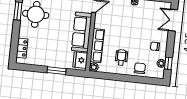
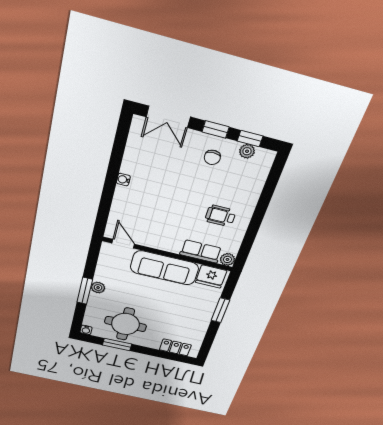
window: (170, 45) -> (216, 129), added
row of seats: (97, 46) -> (201, 251), width x0.68
chair: (140, 68) -> (247, 189), removed

